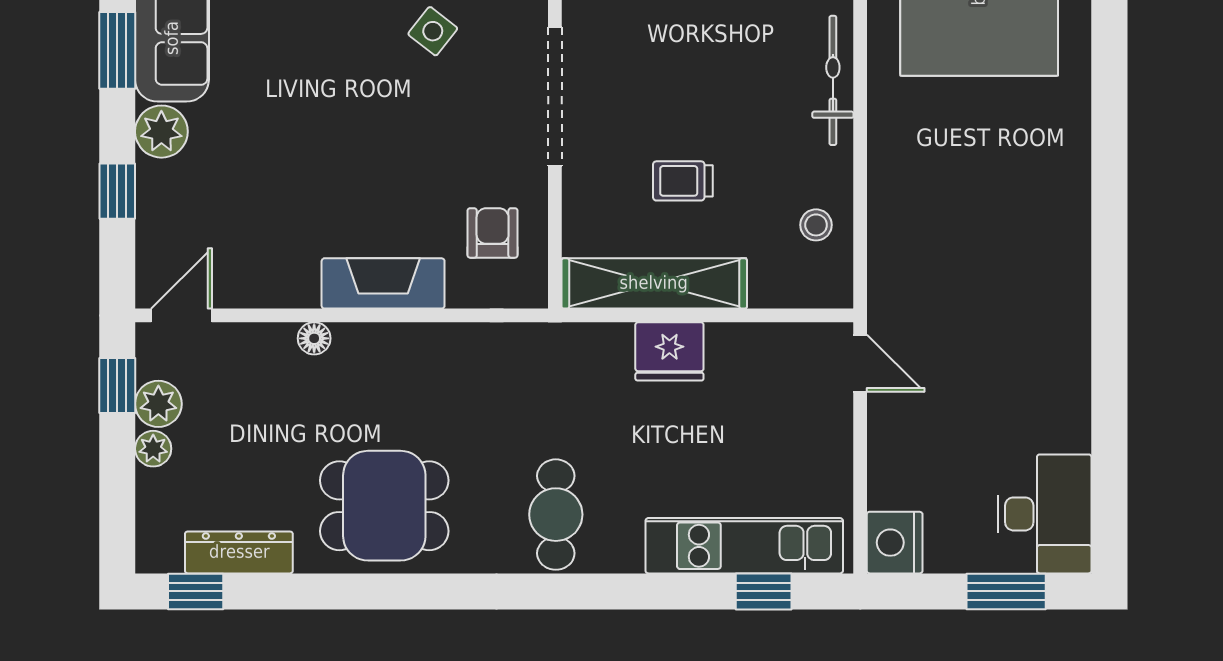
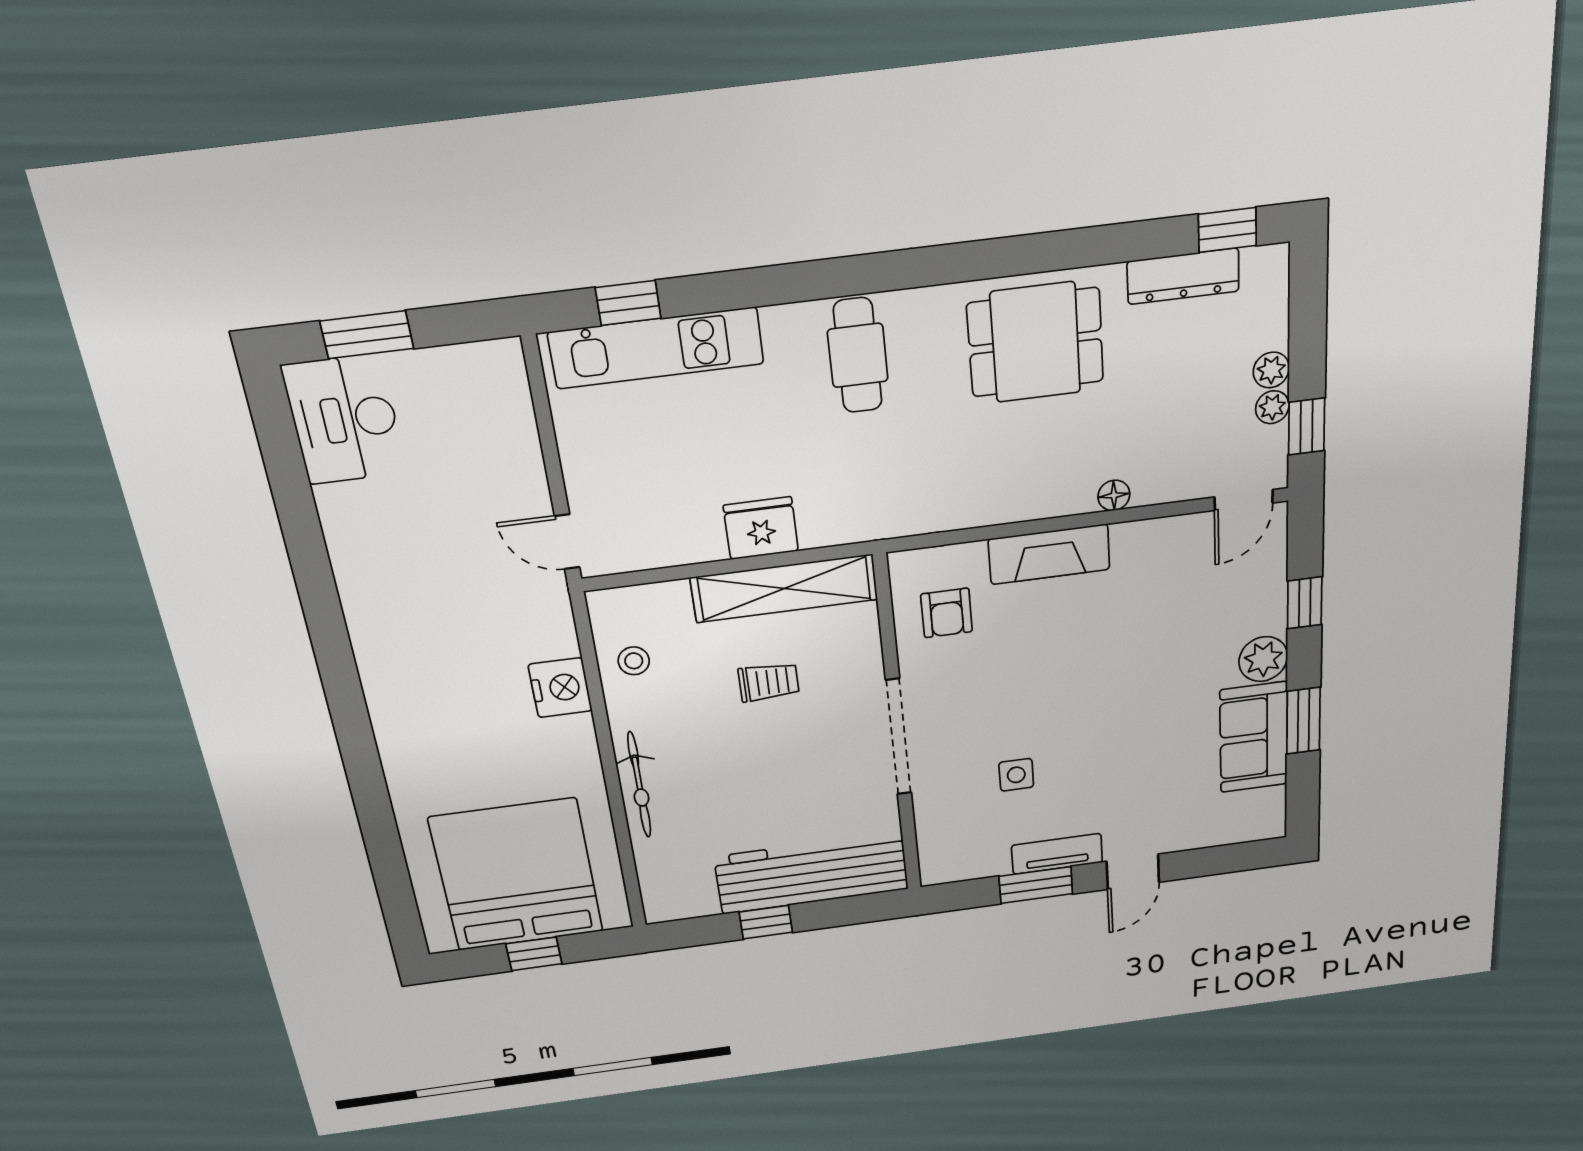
side table: (433, 31) -> (1016, 775), turned -38
plant: (158, 404) -> (1272, 407), width x0.73, depth x0.73
nightstand: (895, 543) -> (560, 688), moved

